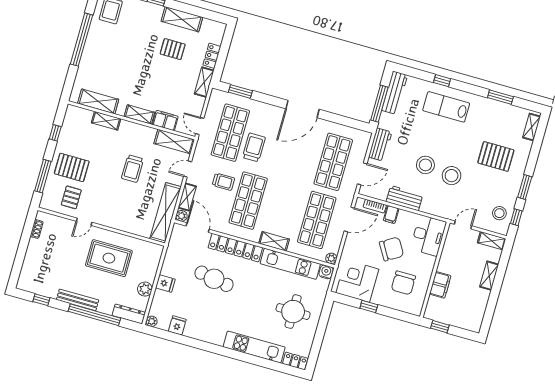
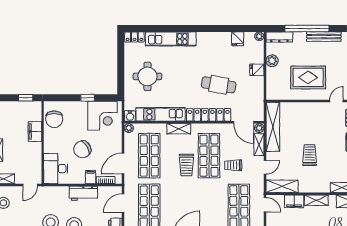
trolley: (254, 147) -> (186, 165), moved
chair: (403, 283) -> (54, 119), moved, turned 180

